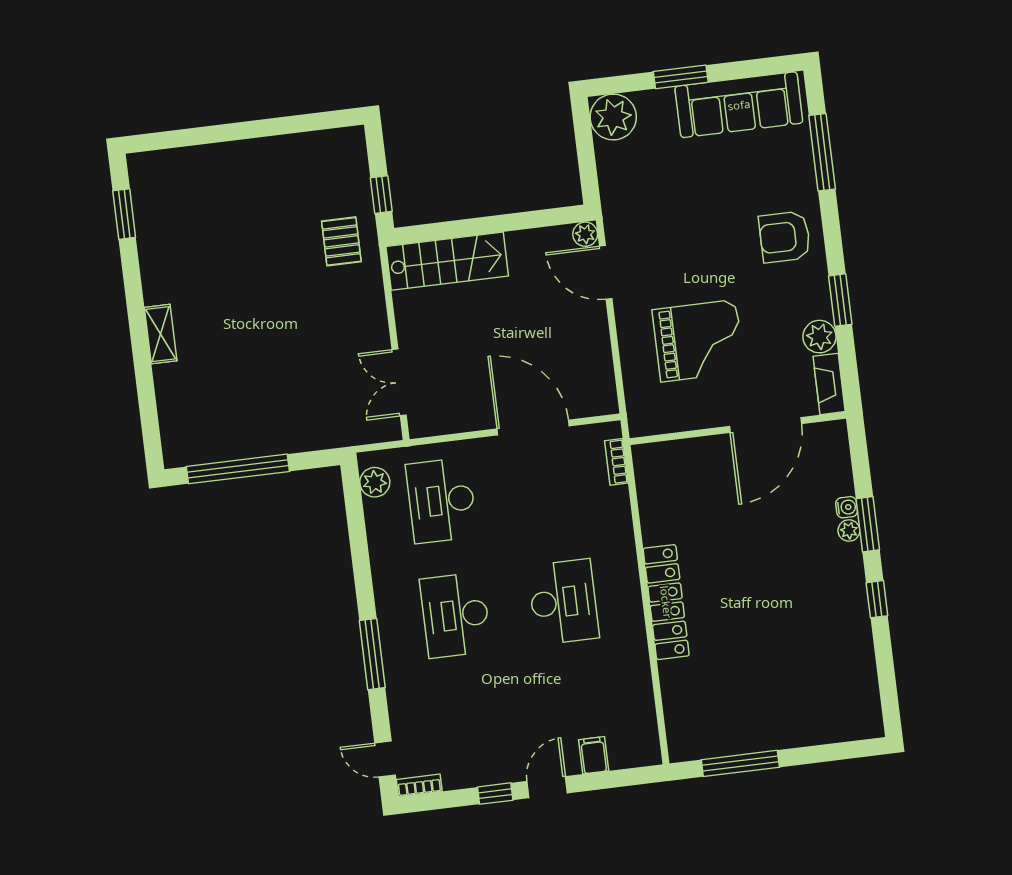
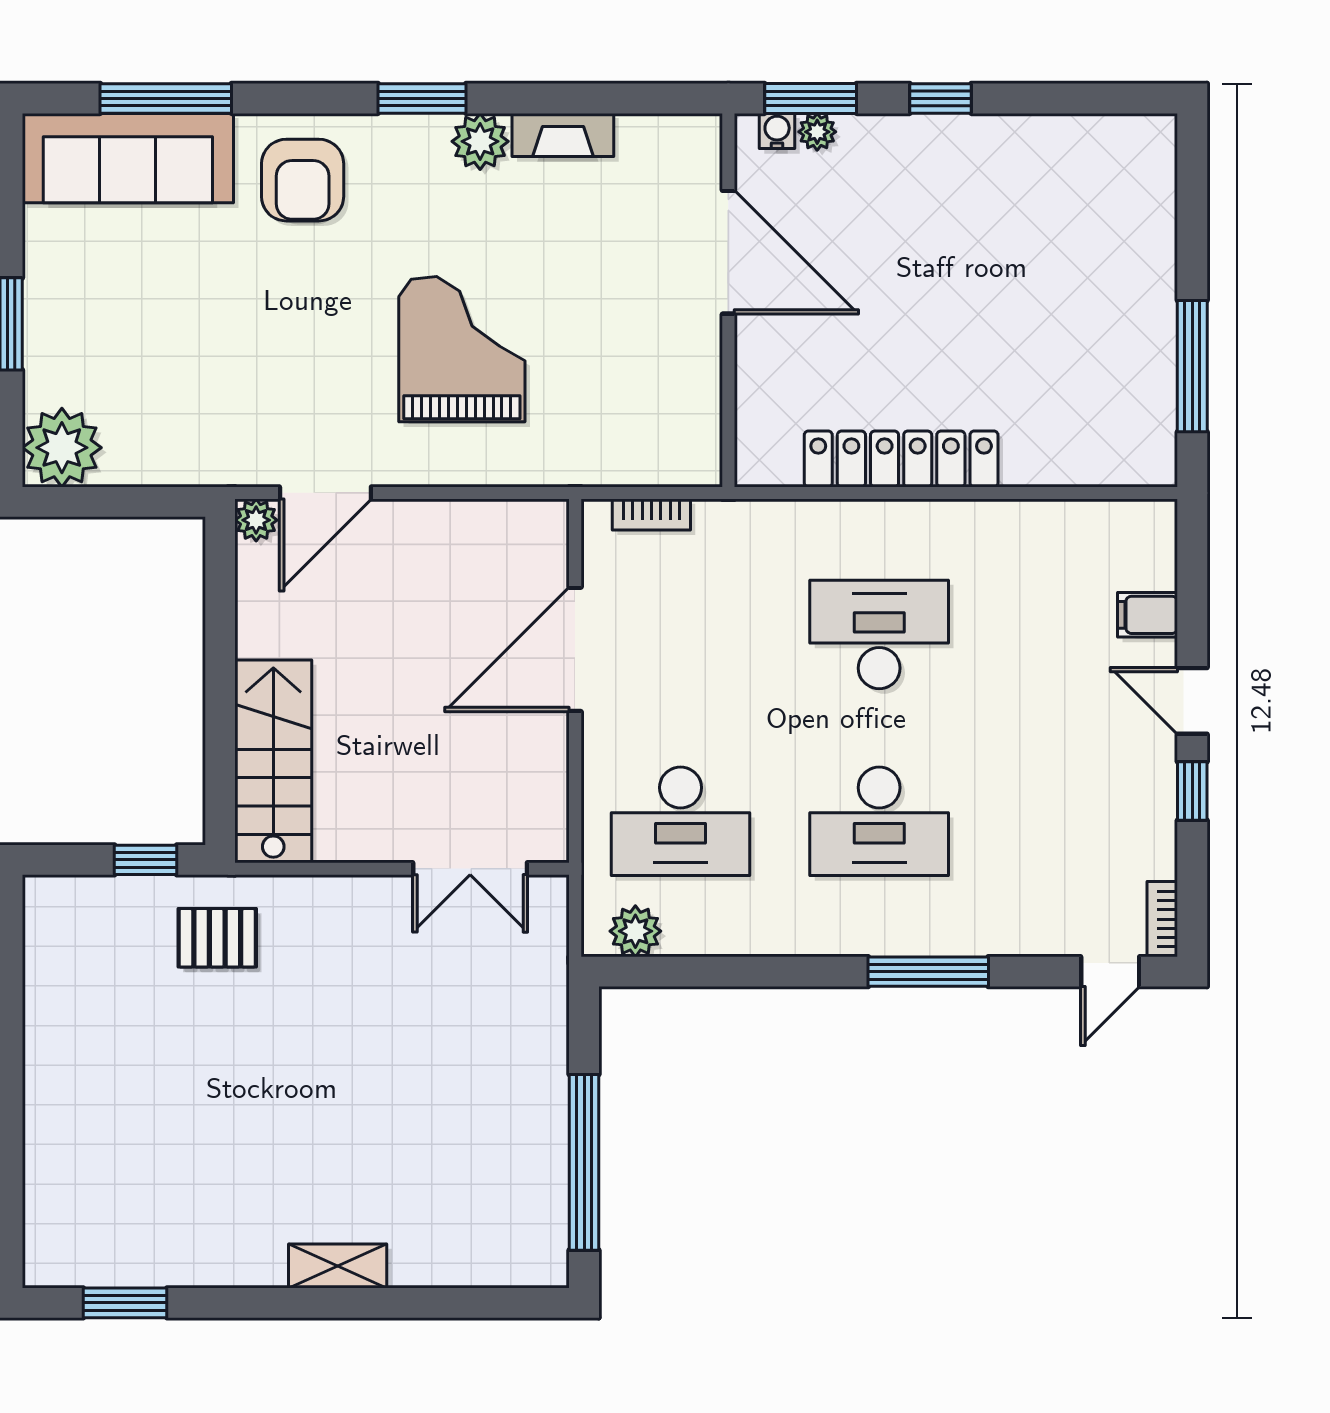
sofa: (739, 105) -> (128, 158), moved, turned 90
door: (766, 425) -> (728, 252), moved
wall: (738, 428) -> (728, 300), moved

